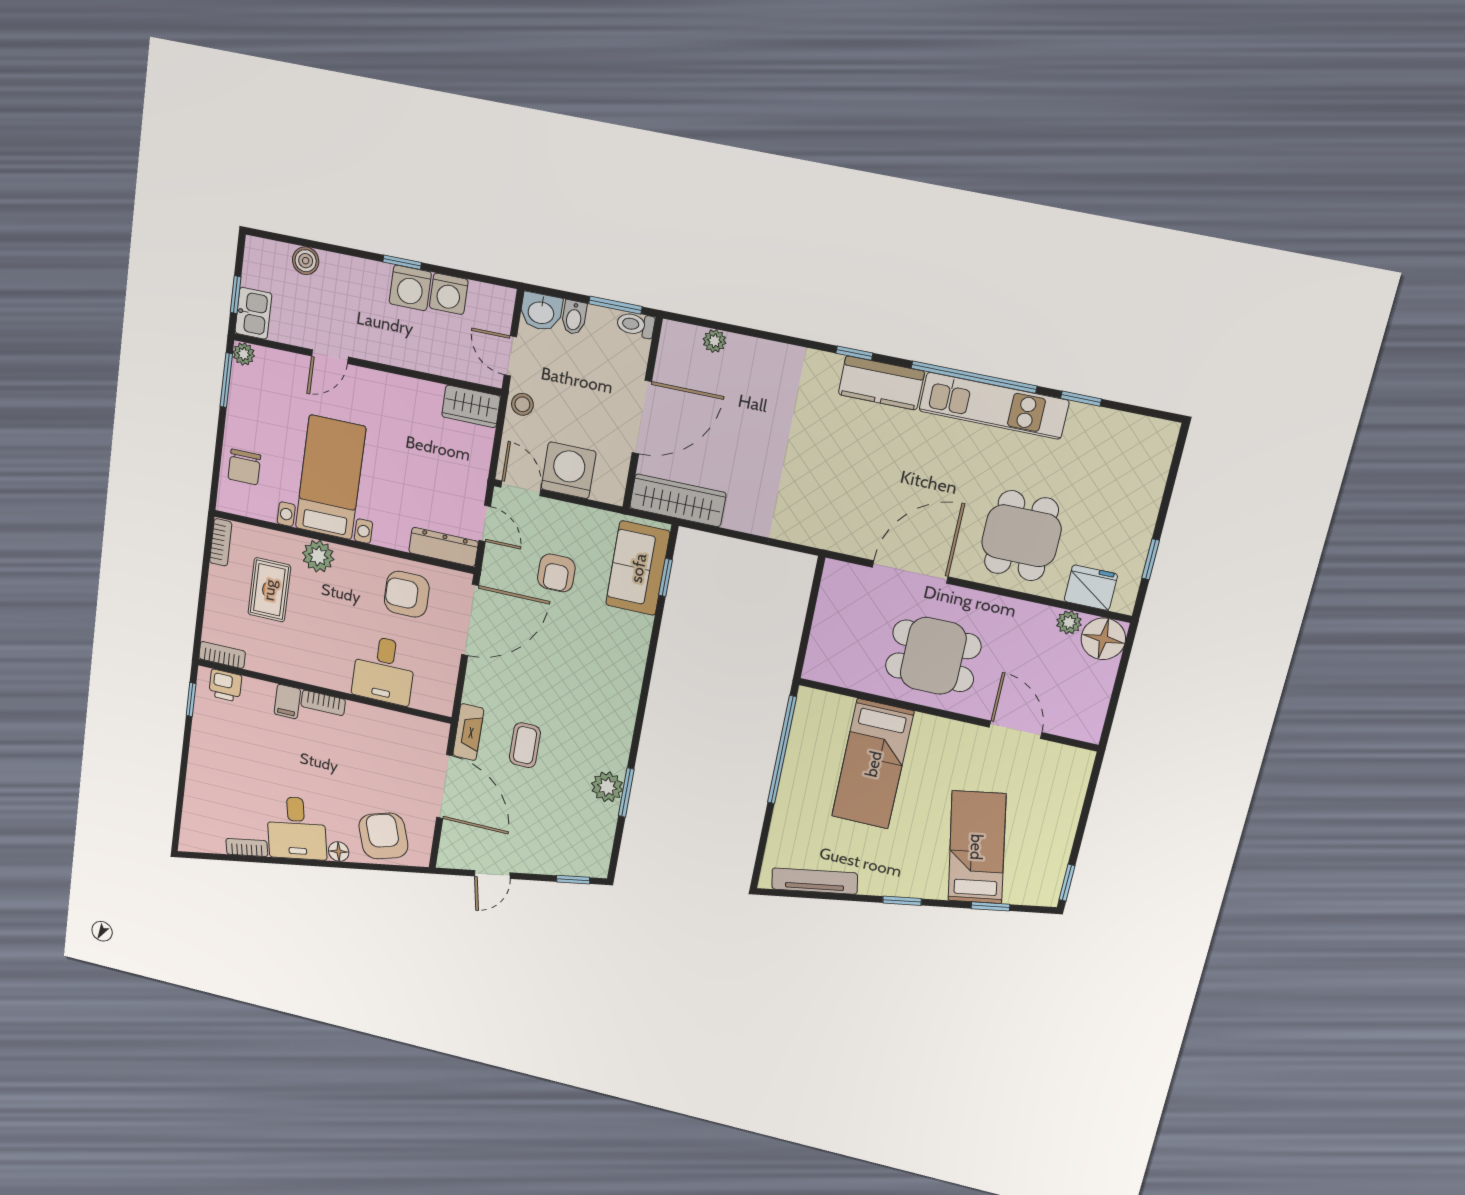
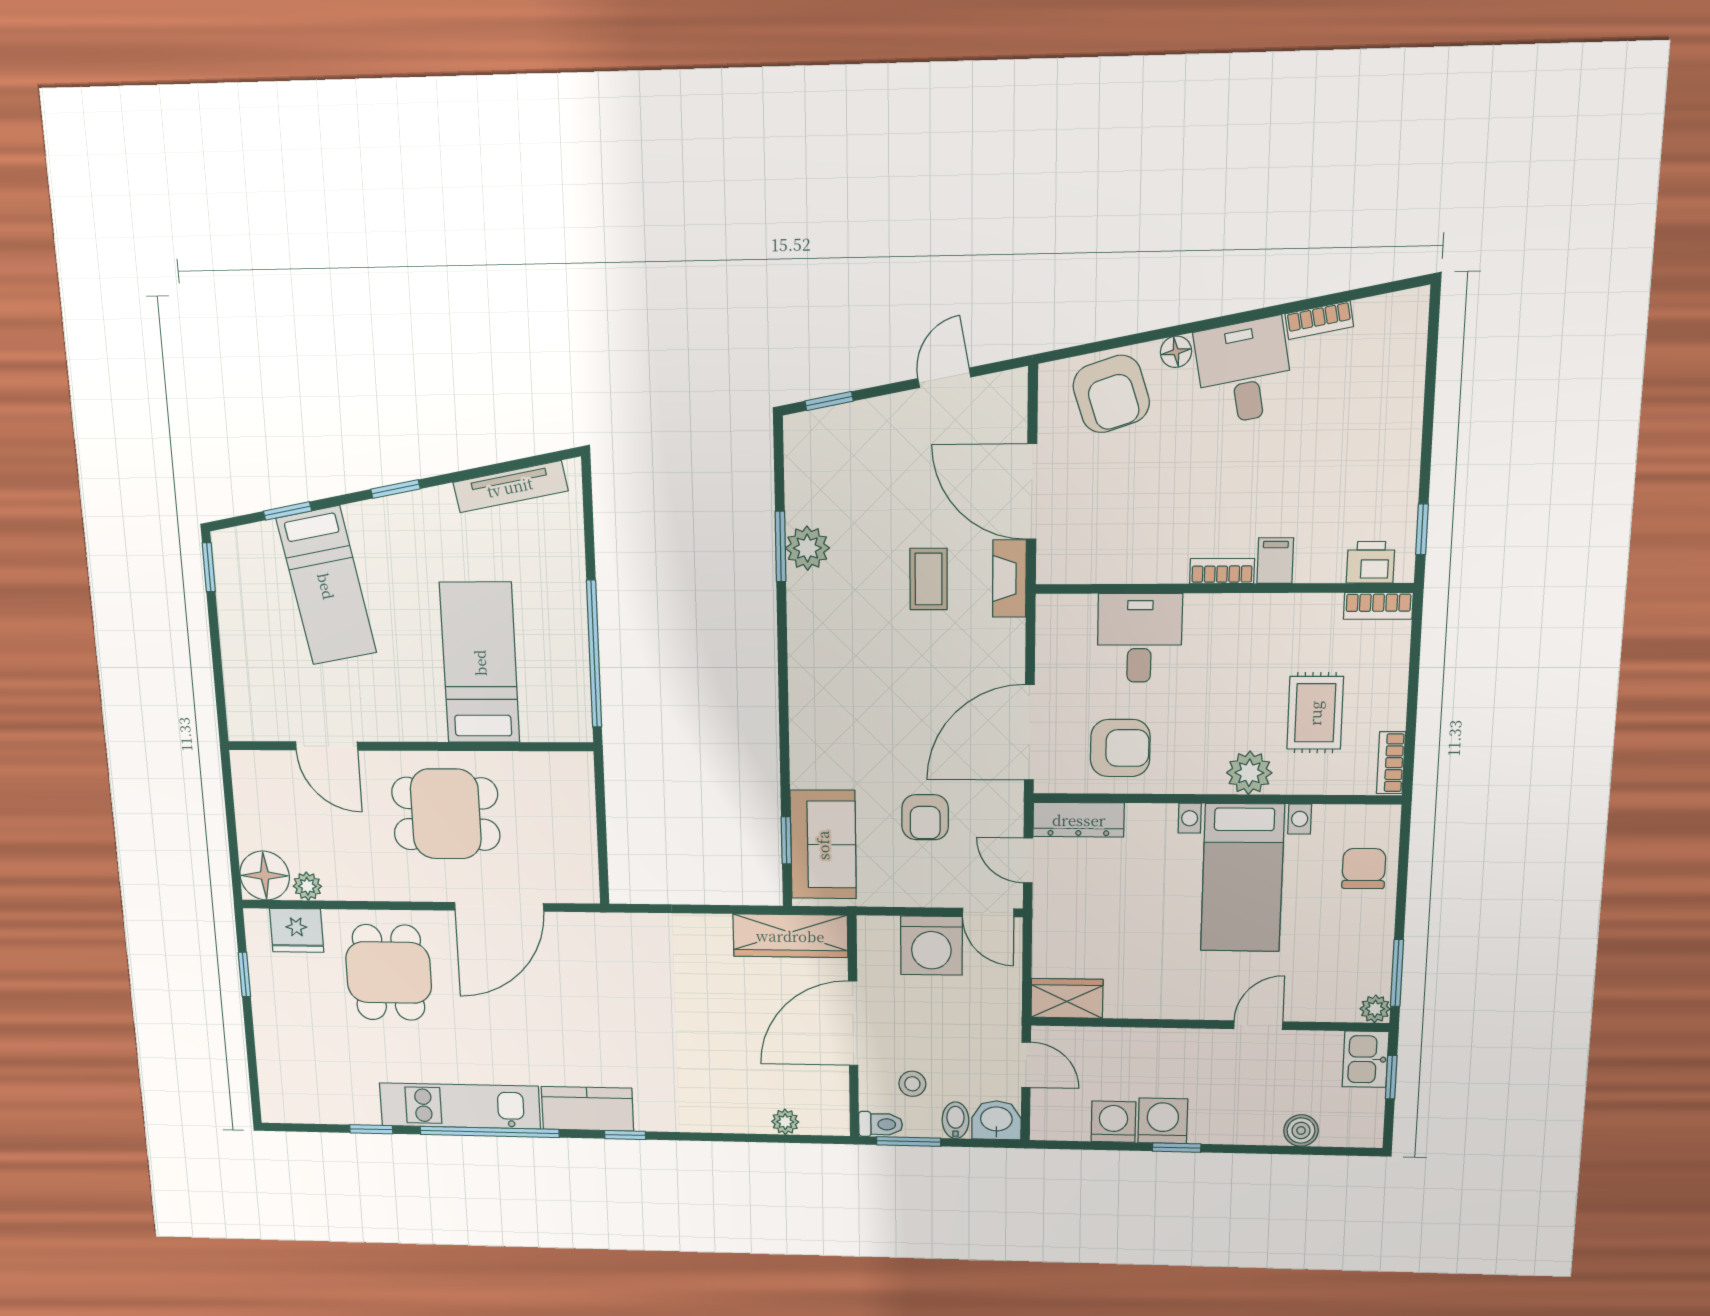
stool: (522, 404) -> (912, 1084), moved
armchair: (556, 573) -> (925, 817), turned 180

